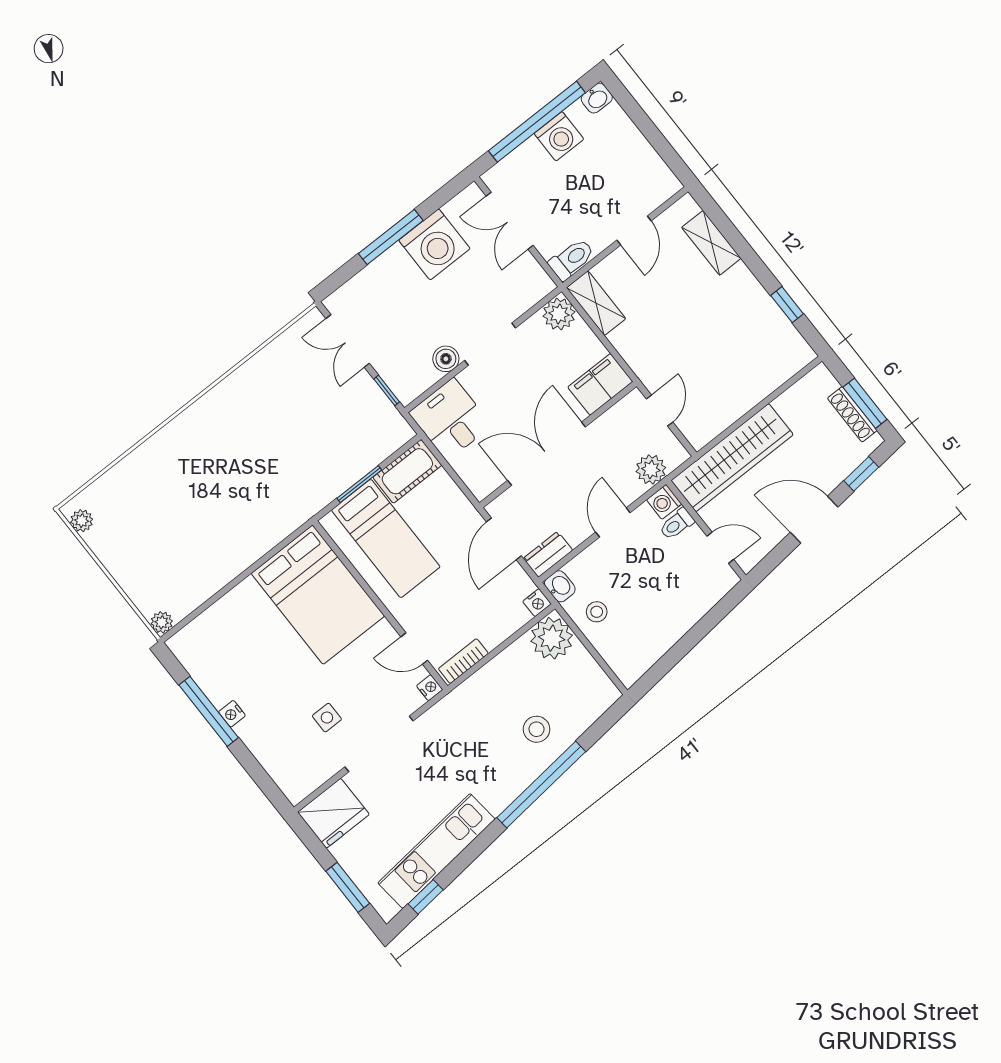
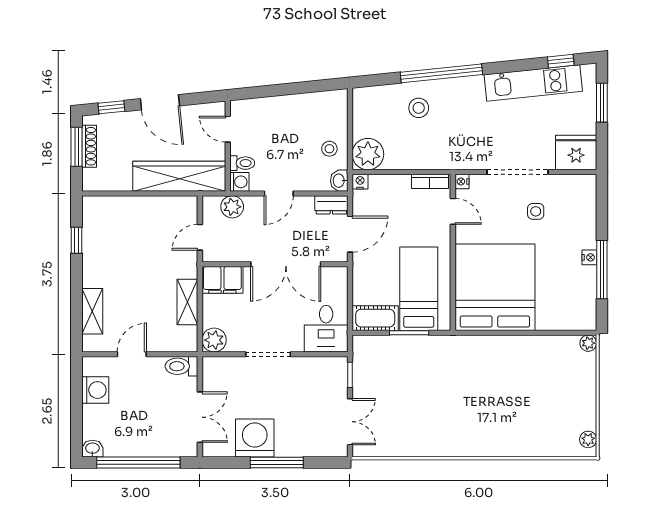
washing machine: (559, 136) -> (95, 390), moved, turned 90
shelving: (596, 303) -> (187, 302), moved
boiler: (446, 359) -> (301, 366), removed
bed: (318, 595) -> (495, 287), width x1.36

